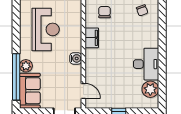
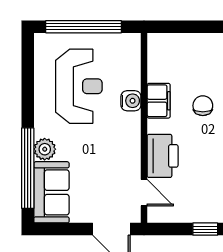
chair: (104, 12) -> (203, 106), moved
water cooler: (76, 58) -> (131, 101), moved
printer: (94, 70) -> (163, 156), added

